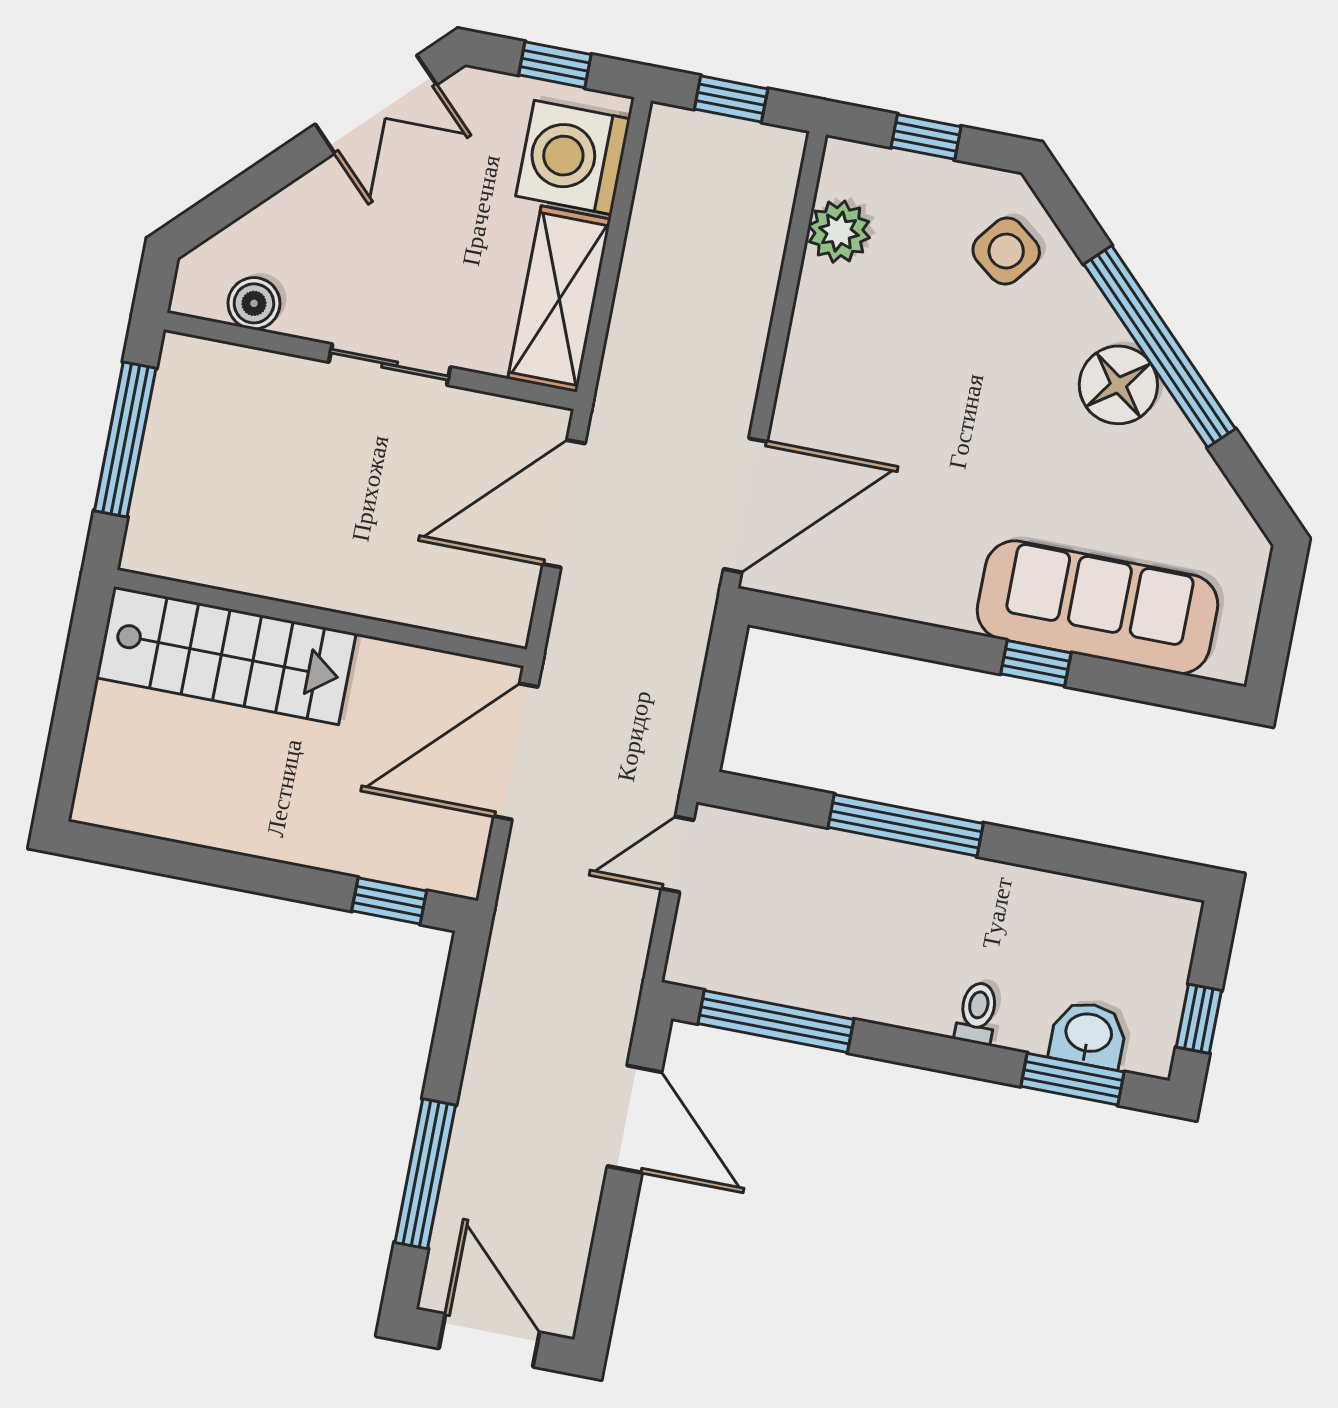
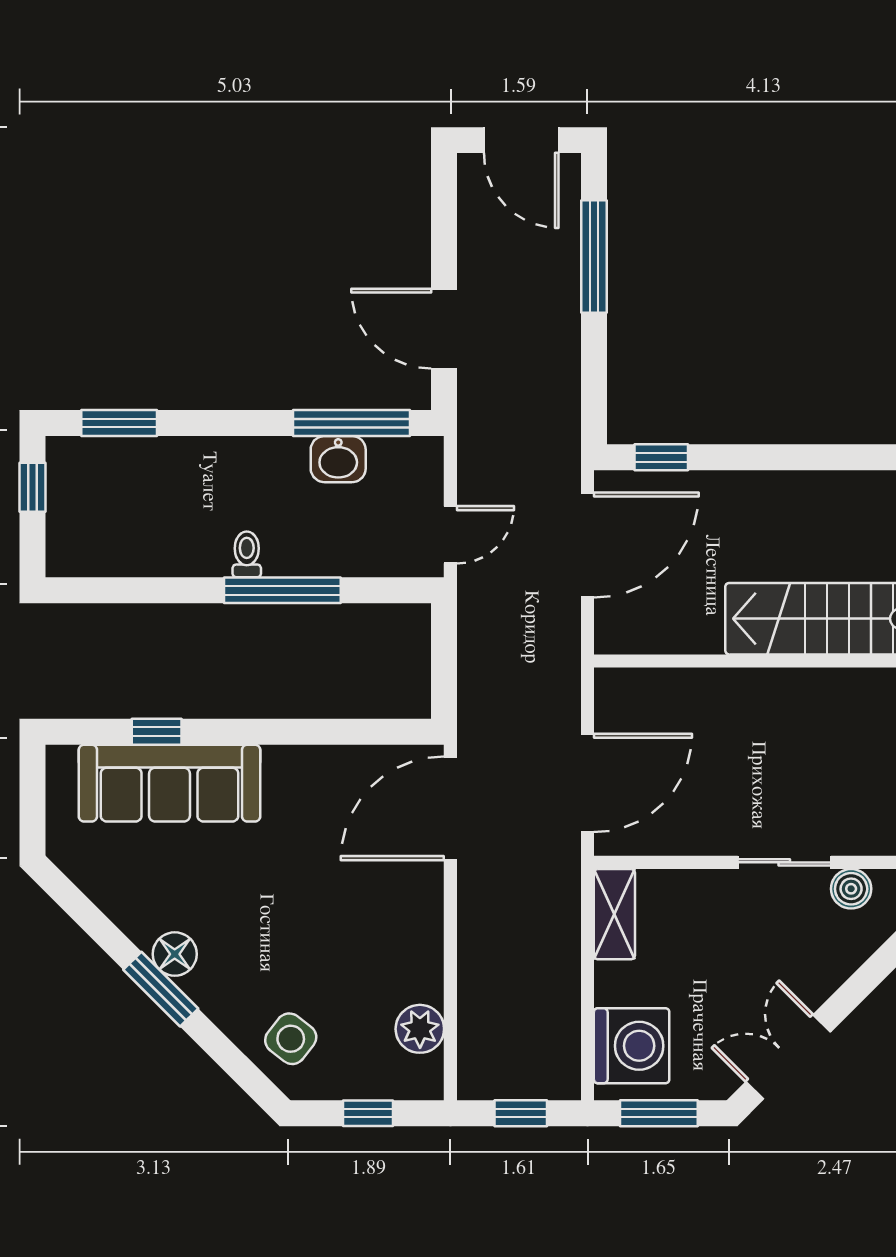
window: (555, 65) -> (659, 1113), width x1.50
shelving: (559, 299) -> (614, 914), width x0.67, depth x0.75
window: (1160, 346) -> (161, 989), width x0.47
sliding door: (390, 365) -> (784, 862), moved
floor lamp: (1118, 385) -> (175, 954), width x0.73, depth x0.73
window: (1036, 663) -> (157, 732), moved
door: (516, 752) -> (588, 545), moved
toilet: (977, 1013) -> (247, 554), moved, turned 180
washbasin: (1088, 1034) -> (338, 459), moved

